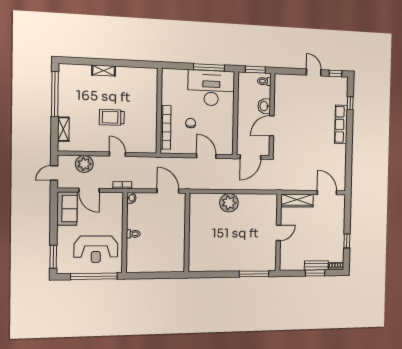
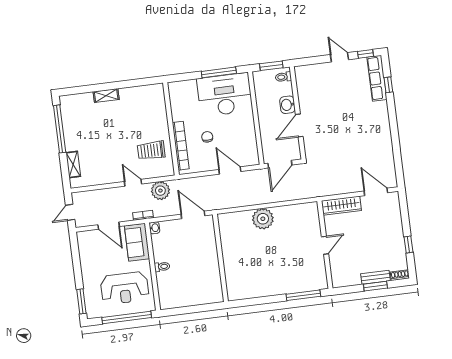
trolley: (112, 117) -> (151, 150), moved
row of seats: (341, 124) -> (377, 78), moved
plant: (84, 164) -> (160, 191), moved
sofa: (67, 209) -> (137, 242), moved, turned 180

